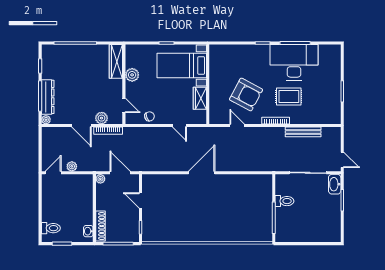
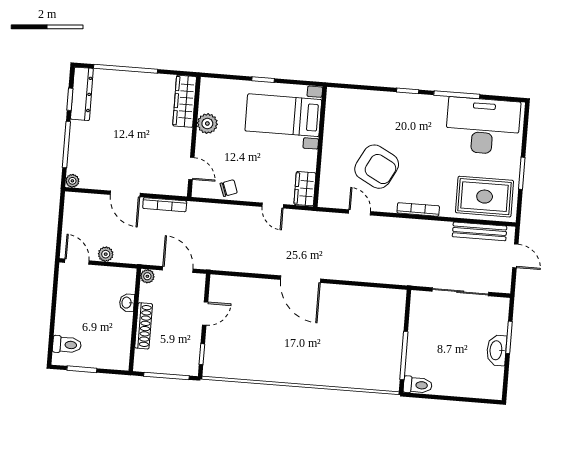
desk: (294, 62) -> (483, 126), moved
dresser: (48, 97) -> (82, 94), moved
rug: (289, 97) -> (485, 197), moved, width x1.36, depth x1.43
wardrobe: (200, 98) -> (305, 189), moved
plant: (102, 118) -> (156, 185), removed
bench: (303, 132) -> (480, 231), moved
door: (342, 160) -> (515, 256), moved
door: (53, 173) -> (77, 262), hinge flipped
door: (202, 173) -> (300, 279), swing flipped
washbasin: (335, 184) -> (496, 350), moved
door: (140, 200) -> (205, 314), swing flipped
toilet: (284, 201) -> (418, 385), moved
shoe rack: (100, 226) -> (144, 326), moved
washbasin: (88, 231) -> (127, 303), moved

